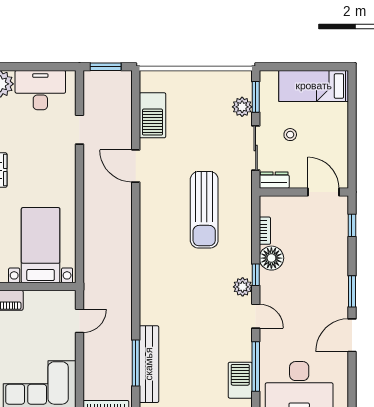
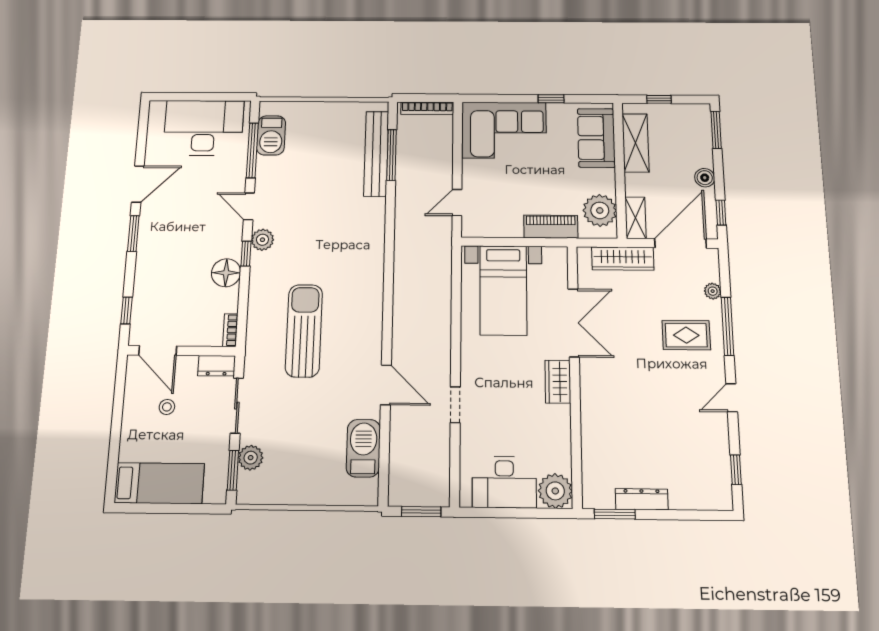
doorway: (79, 130) -> (455, 405), moved
stool: (290, 135) -> (167, 407), moved
bookcase: (265, 231) -> (230, 330), moved

